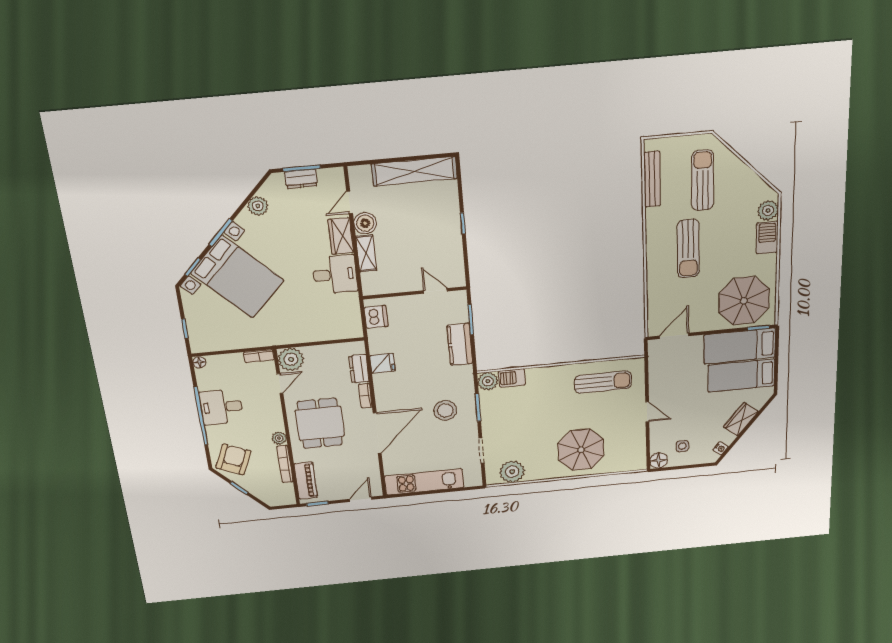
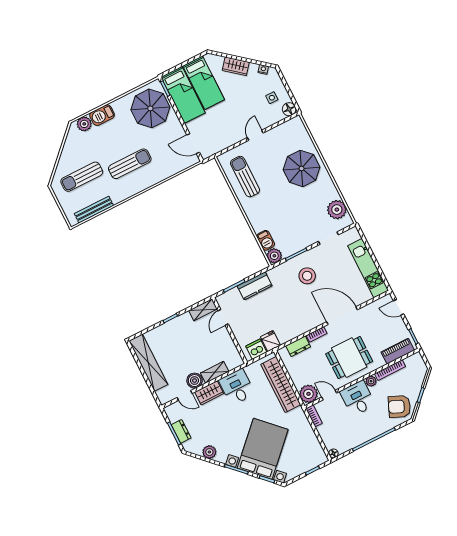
shelving: (456, 269) -> (203, 310), added
wardrobe: (317, 330) -> (281, 385), added
fridge: (383, 363) -> (270, 341), moved
desk: (221, 407) -> (358, 398), moved, turned 180

